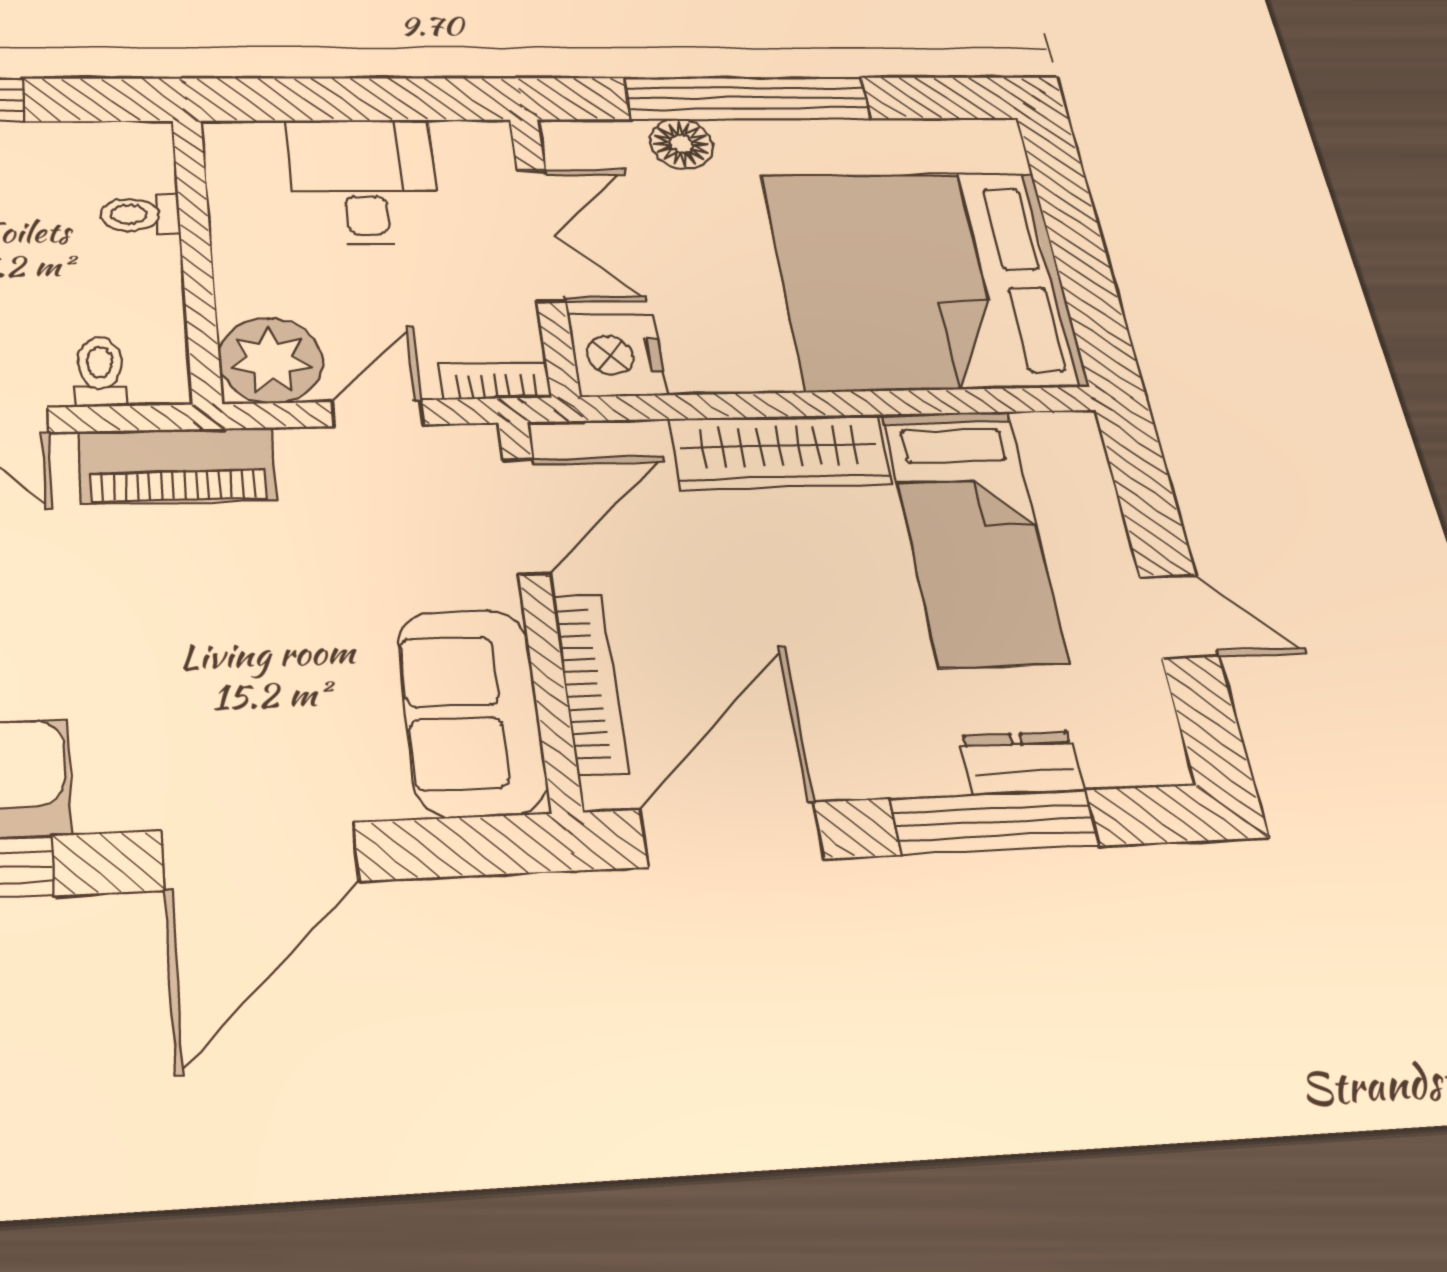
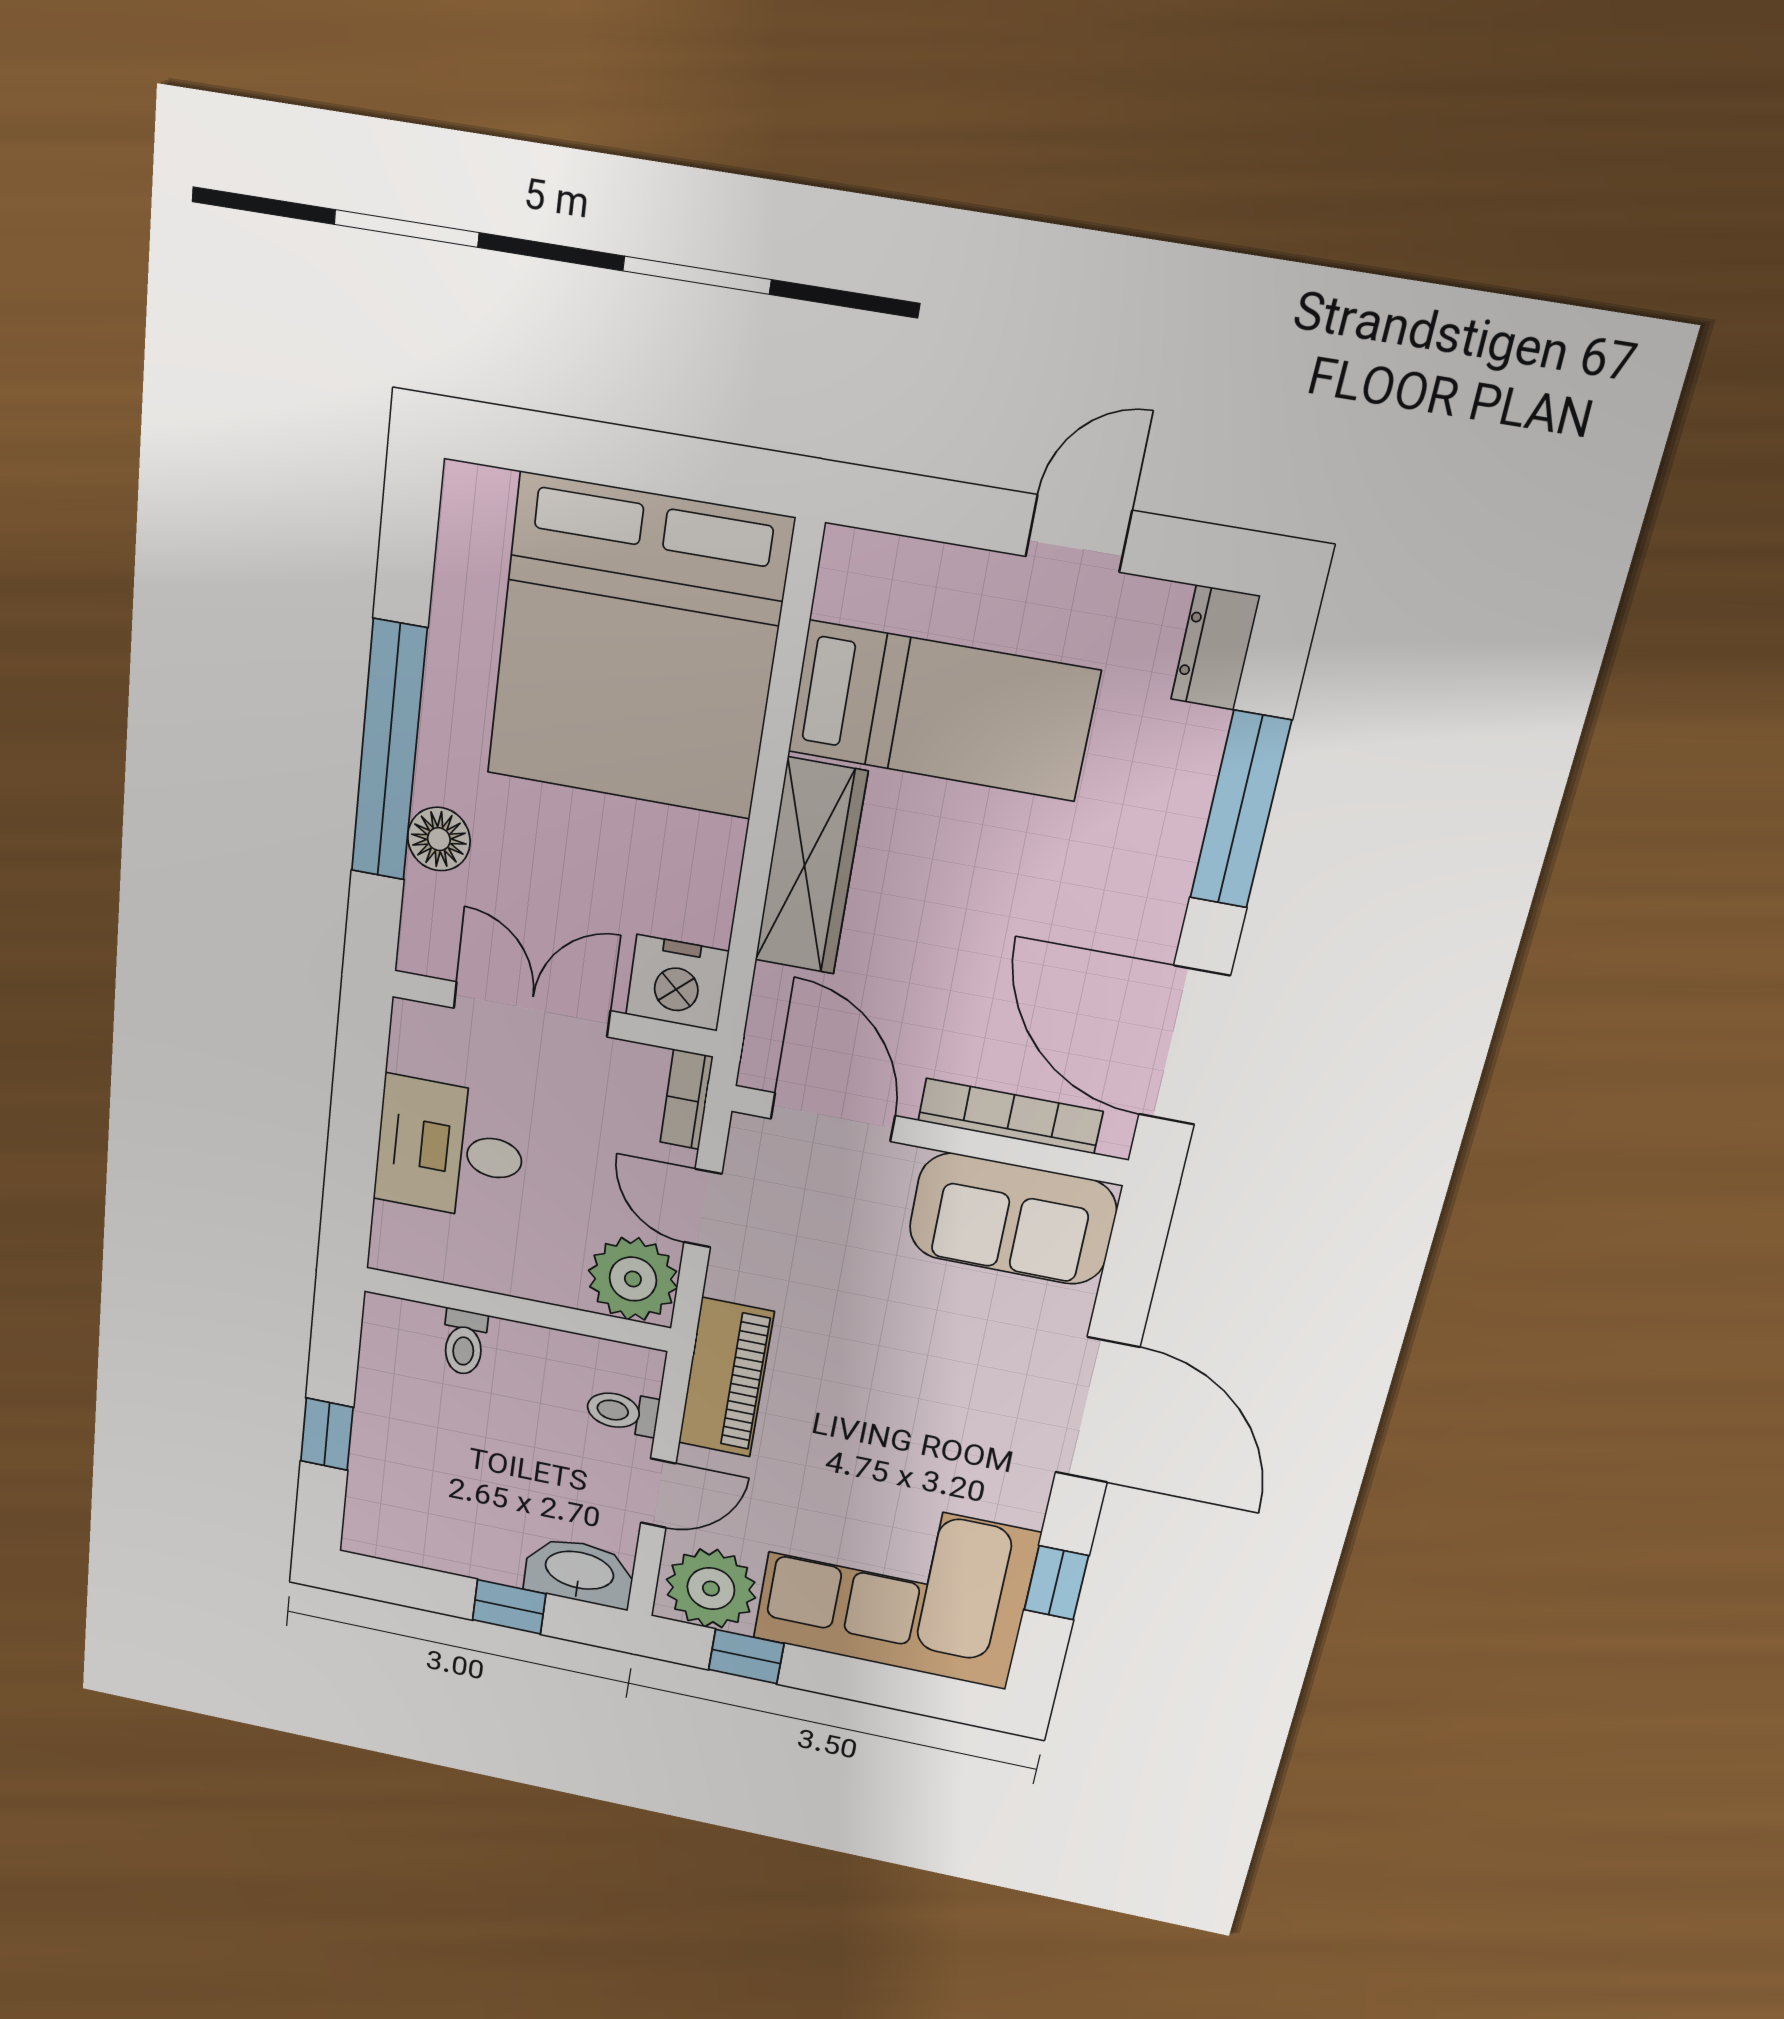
dresser: (1022, 763) -> (1215, 648), moved

